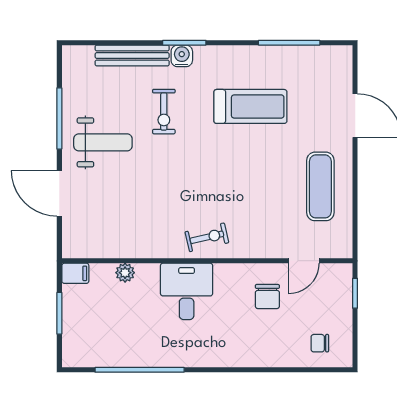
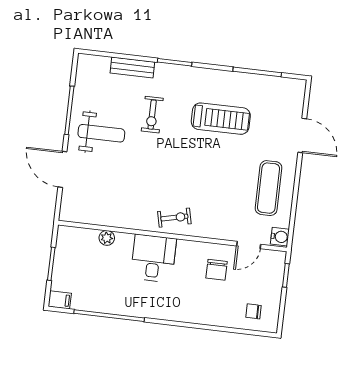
bench: (132, 55) -> (132, 68), width x0.73
water cooler: (182, 56) -> (280, 237), moved, turned 90
filing cabinet: (75, 273) -> (60, 300), moved

